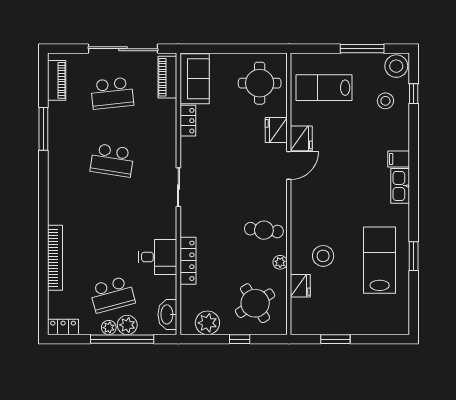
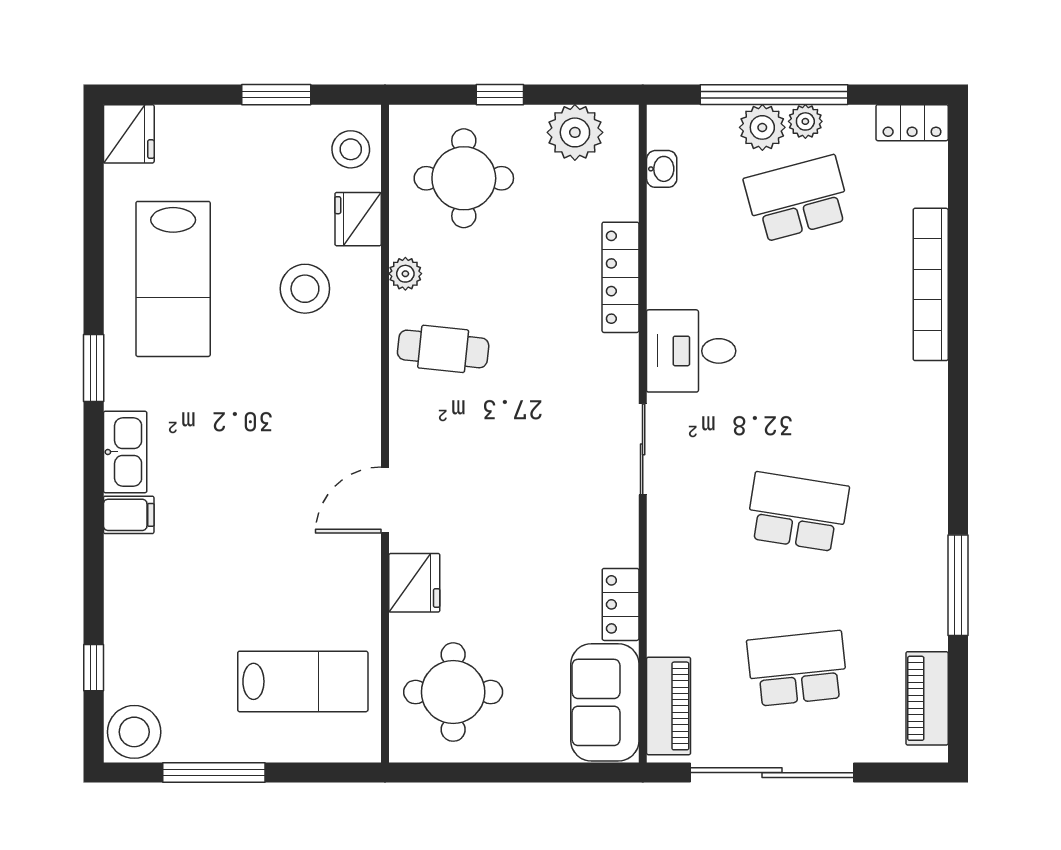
stool: (385, 101) -> (351, 149), moved
fridge: (301, 138) -> (129, 134), moved, turned 180
window: (414, 256) -> (94, 368), moved
desk: (158, 257) -> (691, 351), moved
round table: (255, 303) -> (464, 178), turned 32
washbasin: (167, 314) -> (662, 169), width x0.52, depth x0.69

